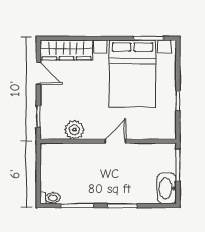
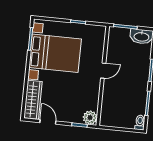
door: (38, 73) -> (48, 122), hinge flipped
plant: (74, 130) -> (90, 118), moved
door: (115, 141) -> (103, 71), swing flipped

